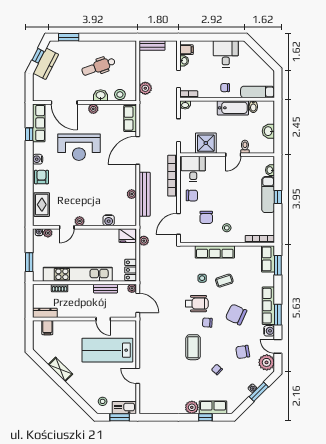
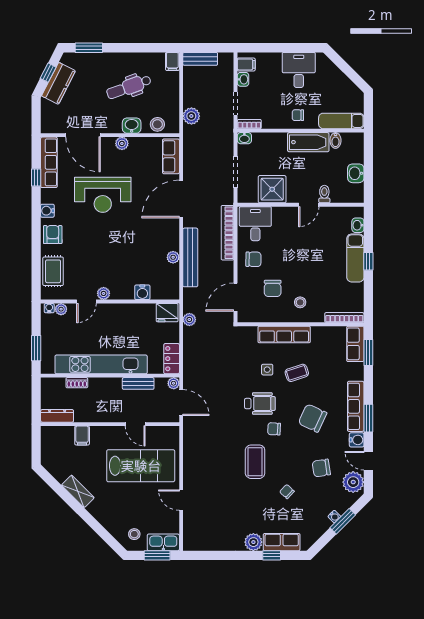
filing cabinet: (131, 47) -> (172, 61), added
filing cabinet: (47, 328) -> (82, 436), moved
lab bench: (107, 350) -> (141, 466), turned 180

